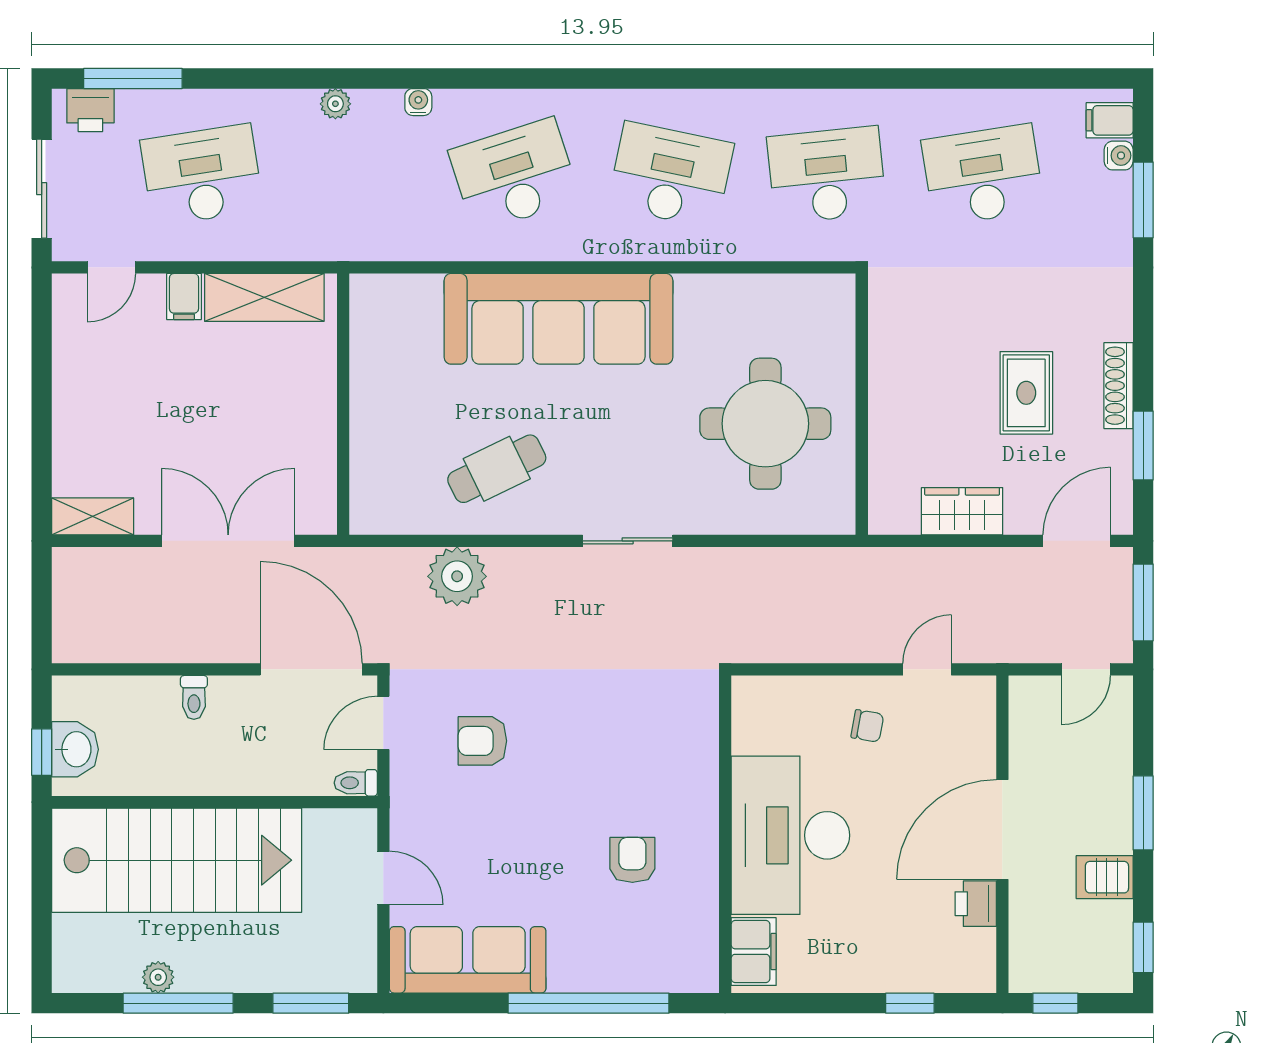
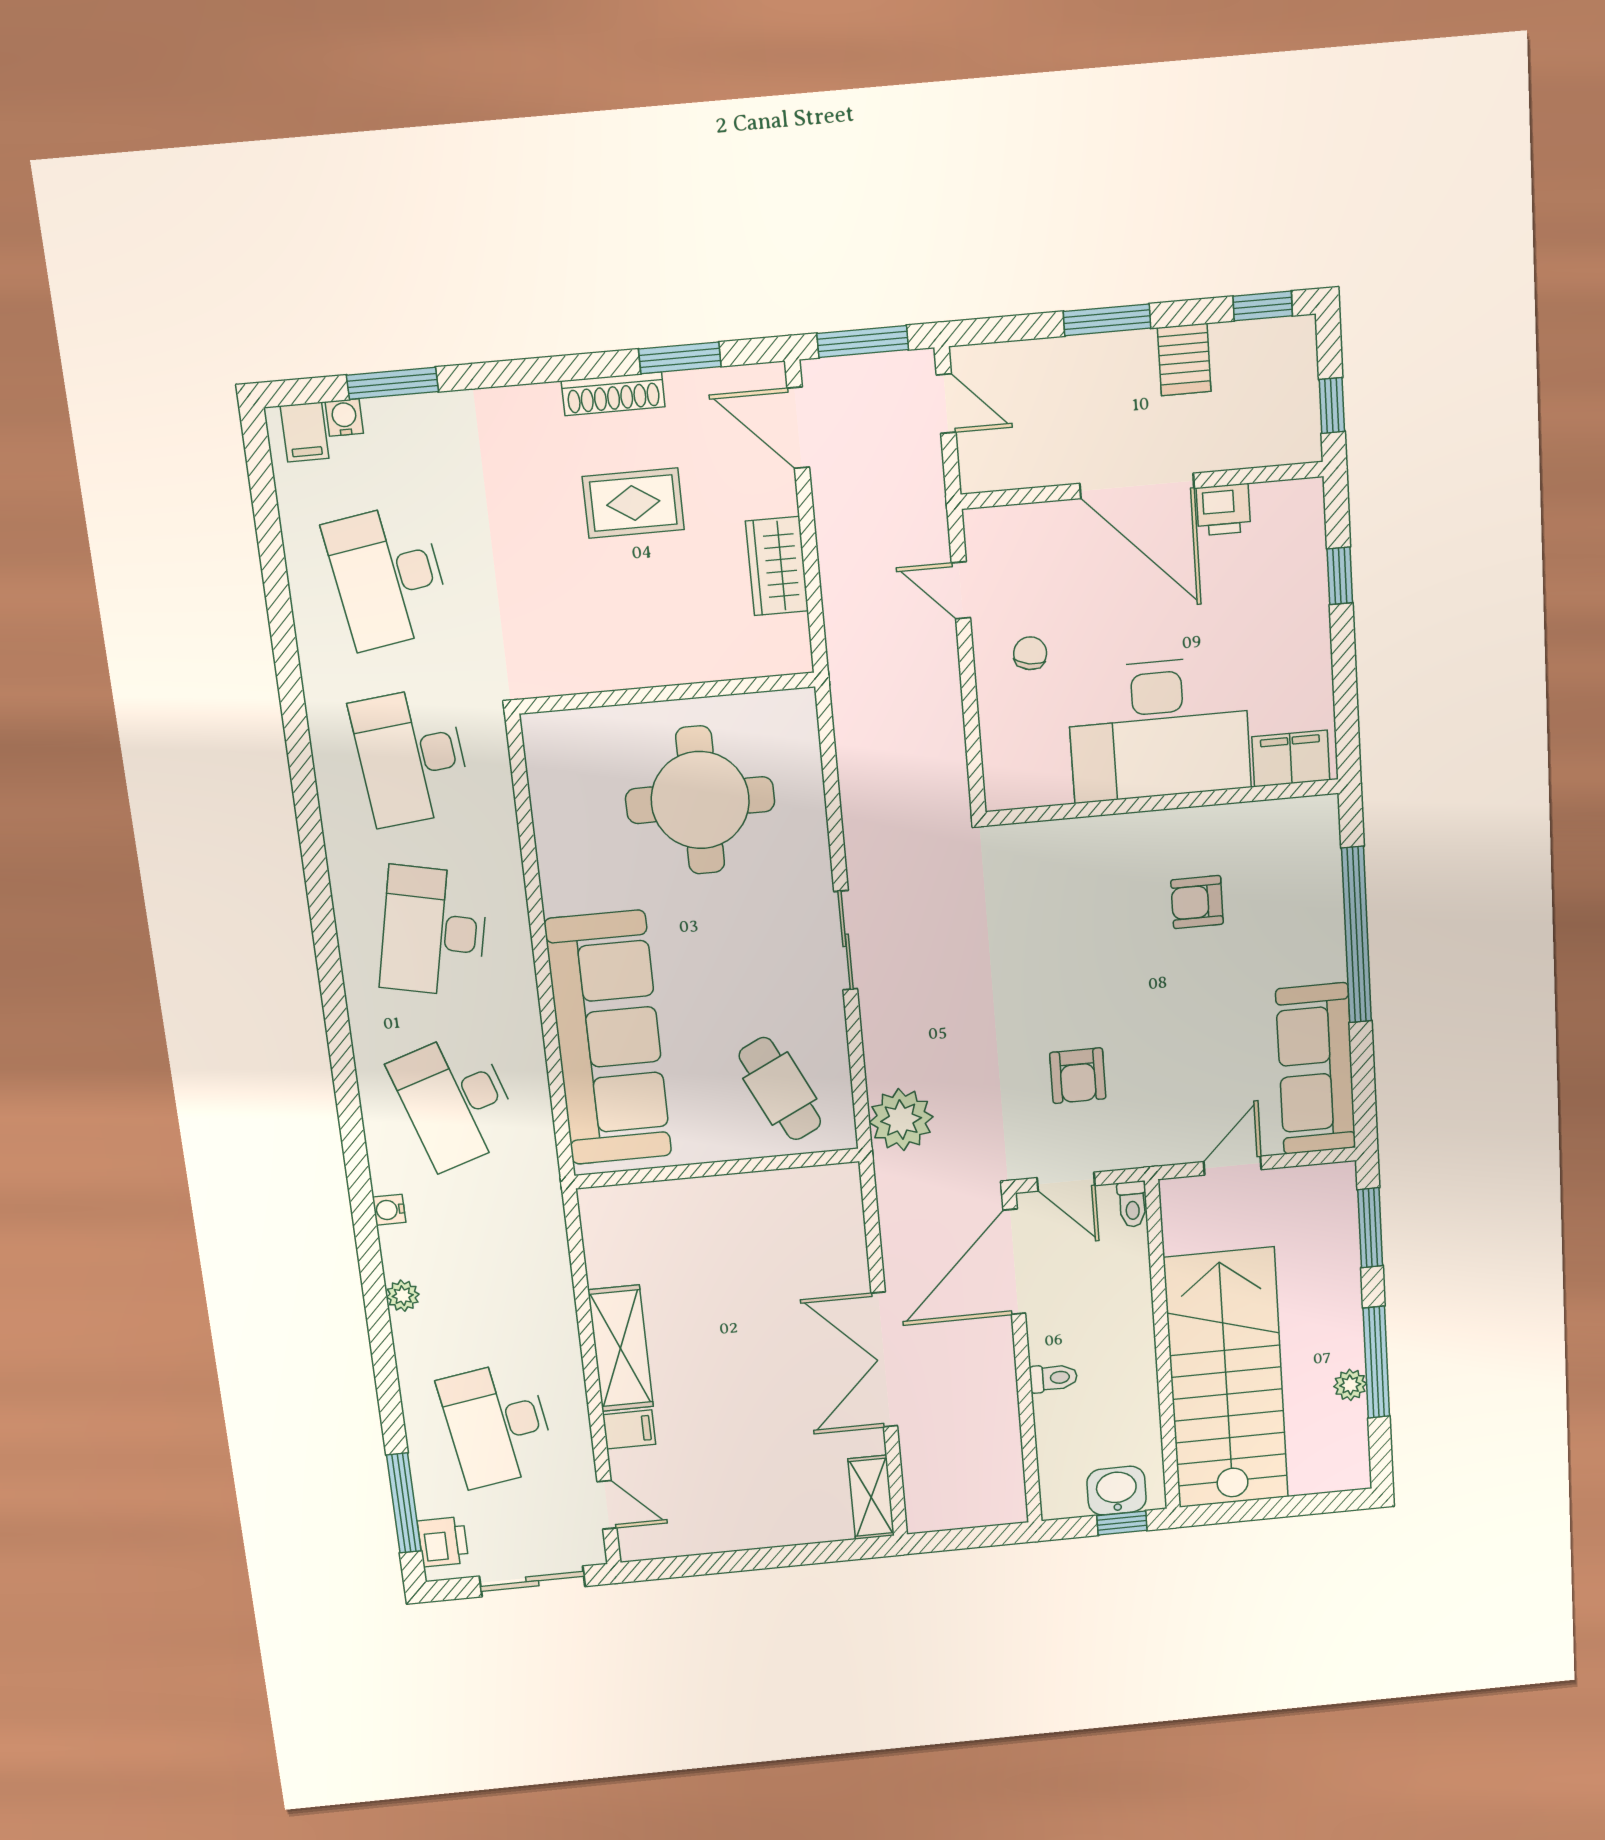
wall: (343, 404) -> (717, 1168), moved

